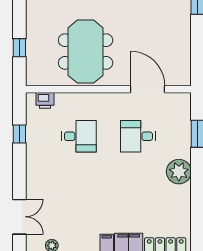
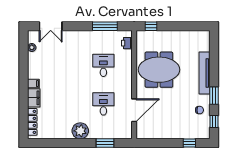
window: (19, 48) -> (151, 26), moved
window: (19, 134) -> (105, 26), width x2.17
desk: (79, 136) -> (103, 65), turned 180

